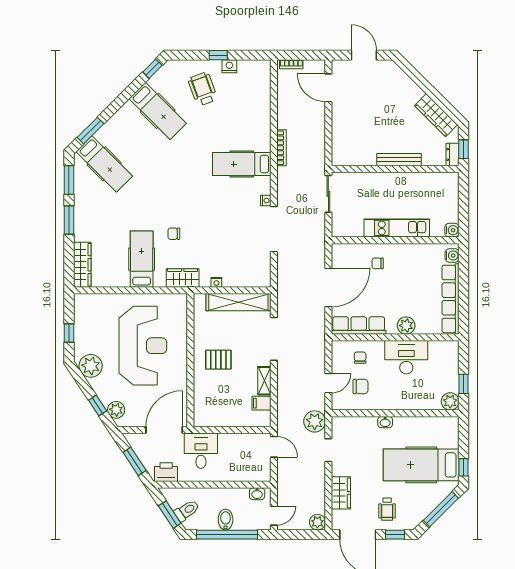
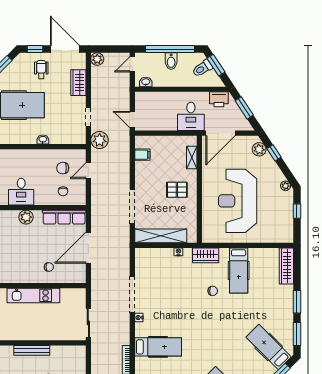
desk: (406, 357) -> (21, 192), width x0.73
plant: (91, 366) -> (286, 186), width x0.53, depth x0.53
shelving: (264, 381) -> (192, 158), moved

